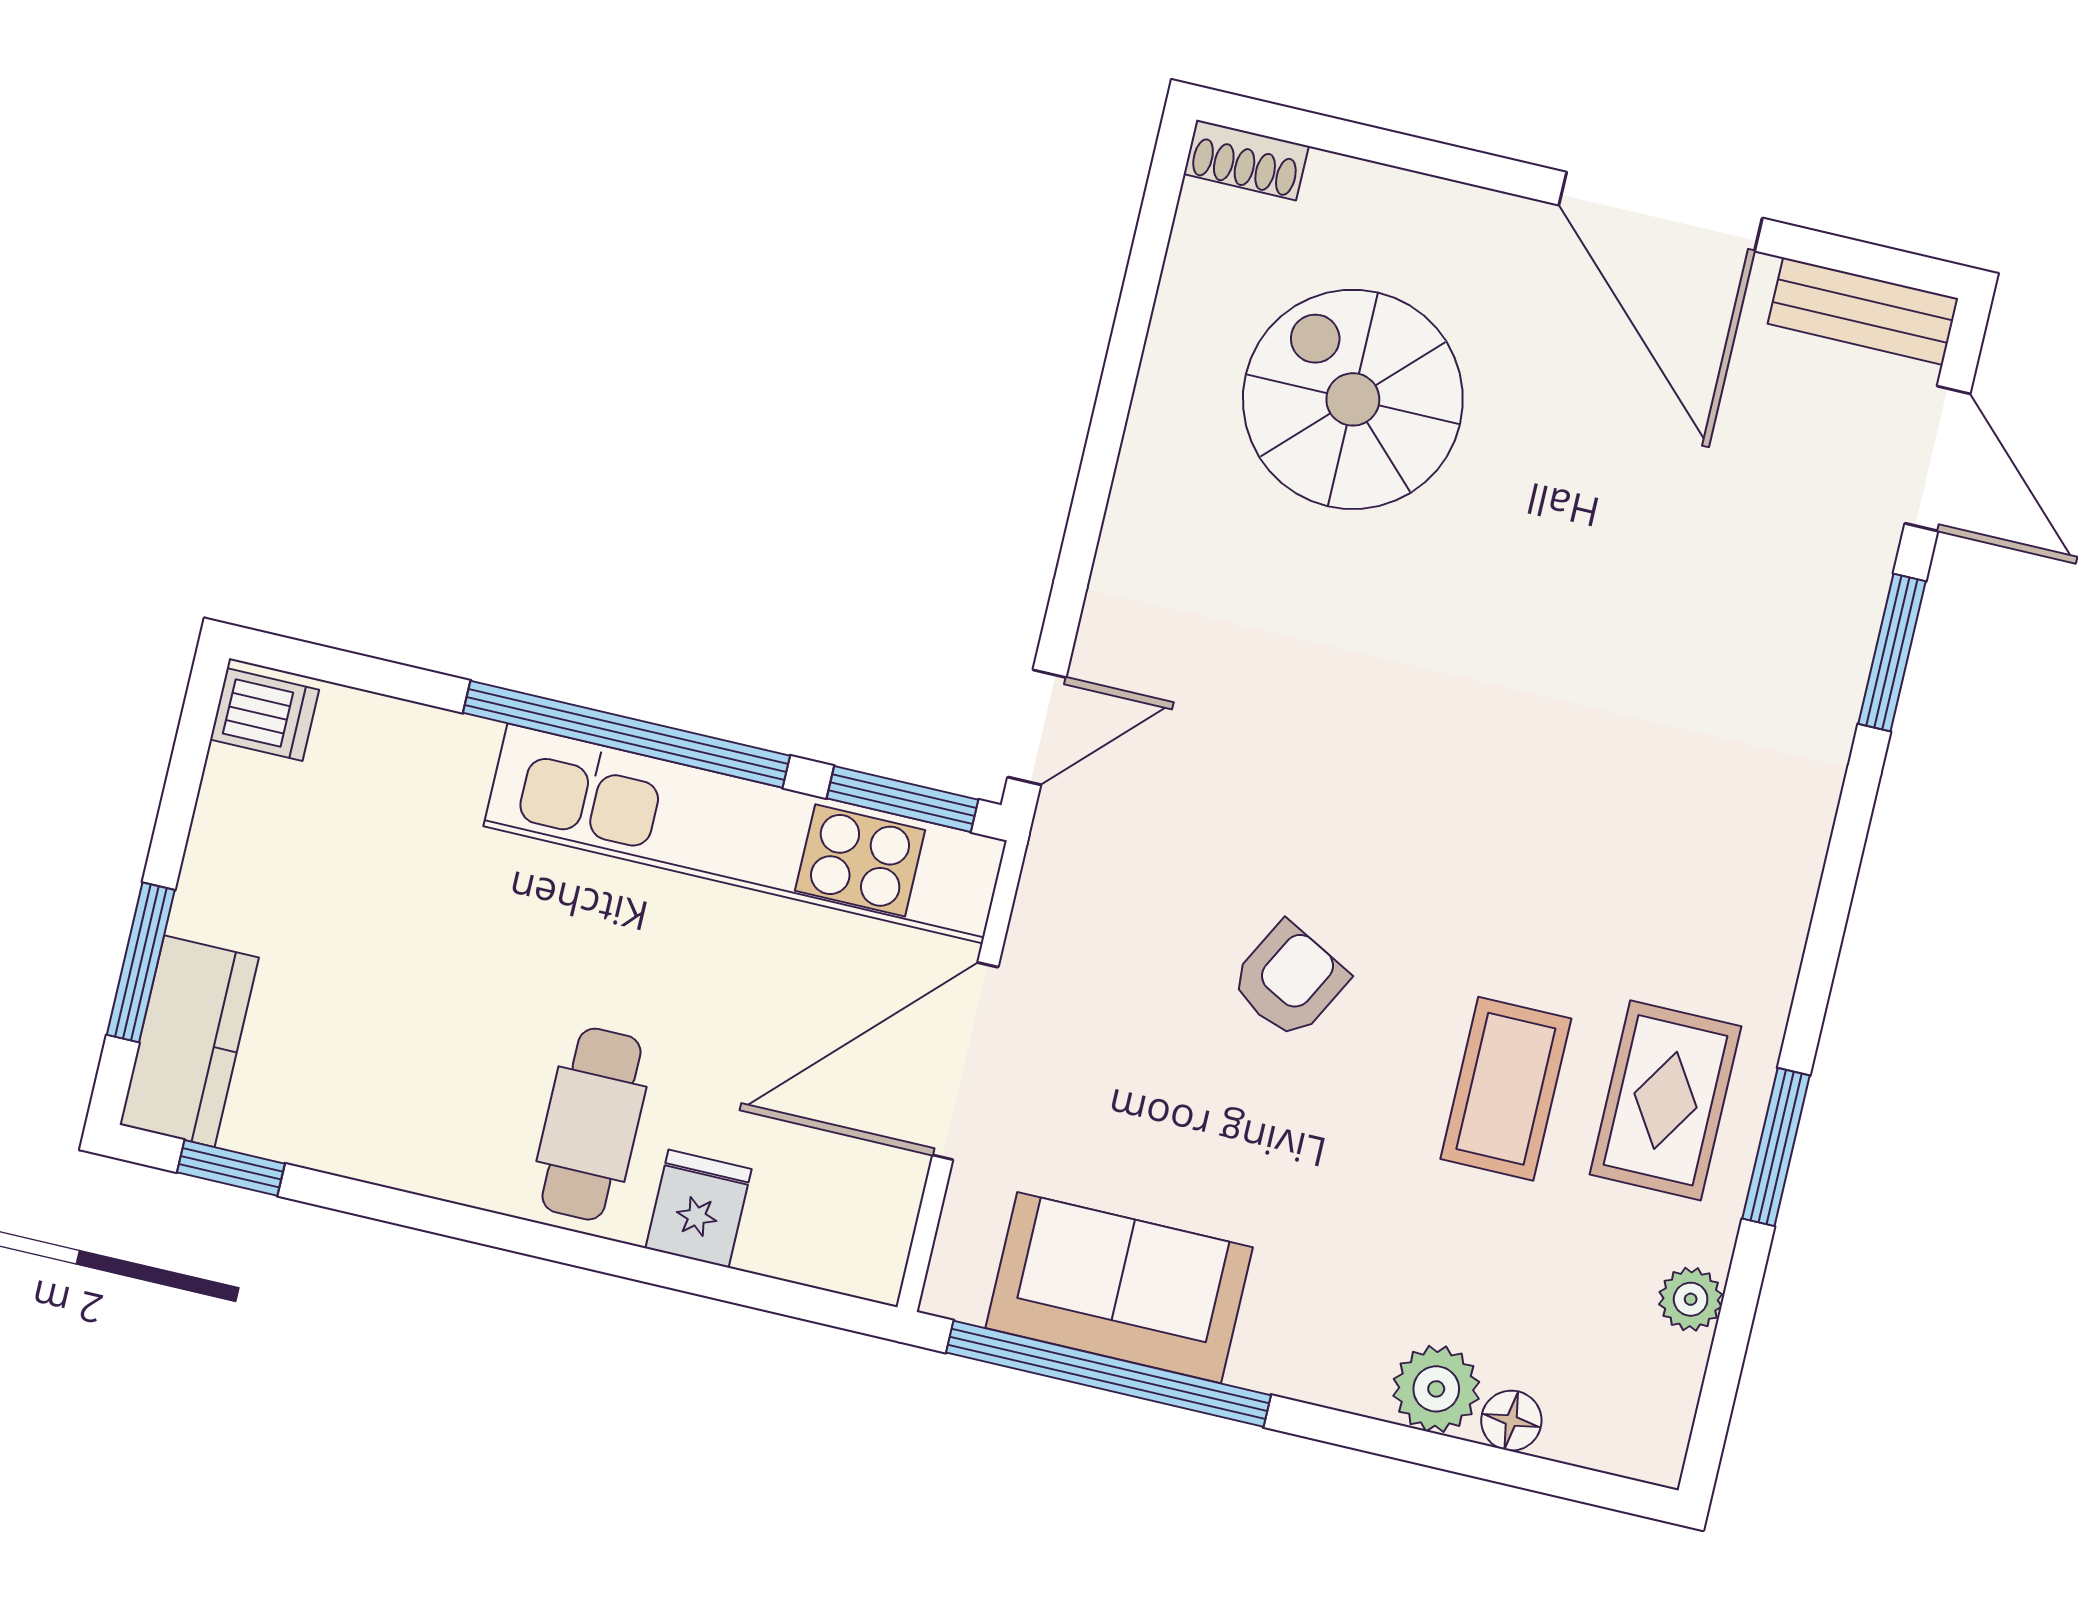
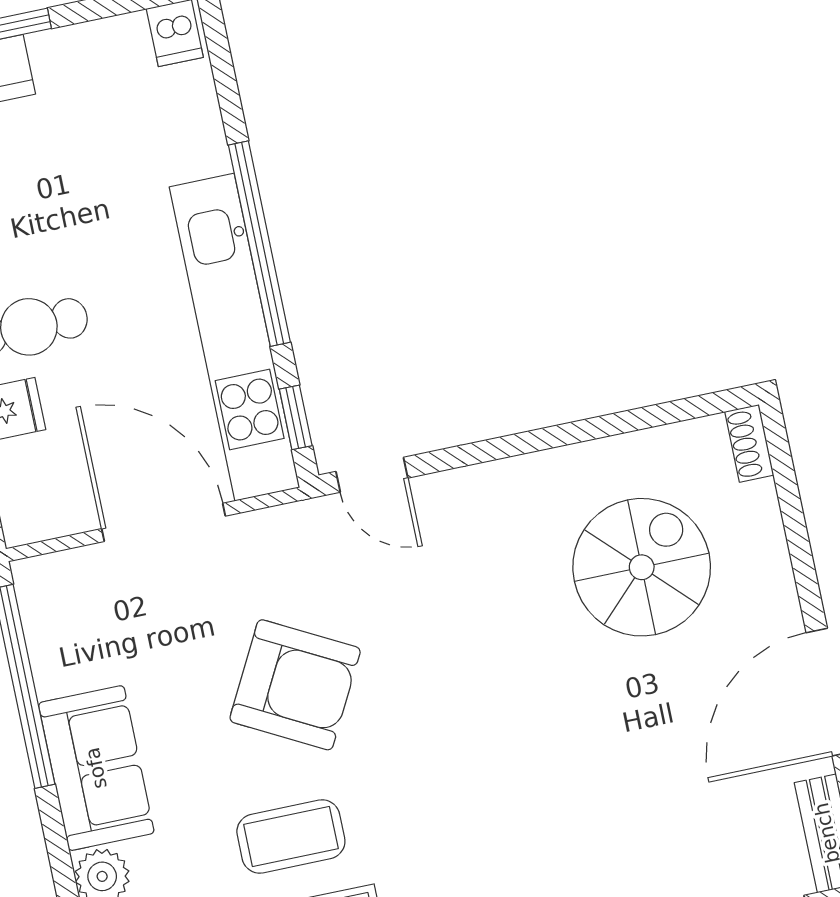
window: (902, 799) -> (296, 417), width x0.67
armchair: (1289, 980) -> (295, 685), width x1.88, depth x1.88
sofa: (1119, 1288) -> (96, 768), moved

